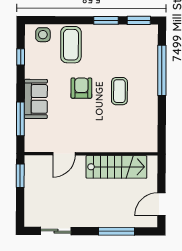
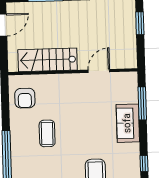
armchair: (81, 88) -> (25, 98), moved
window: (20, 176) -> (140, 23), moved

